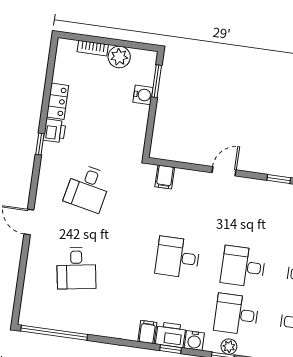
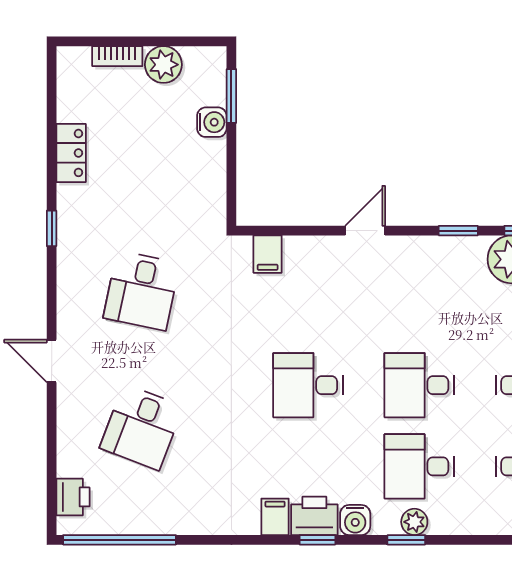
printer: (55, 131) -> (73, 497), moved
desk: (76, 268) -> (142, 427), turned 30

